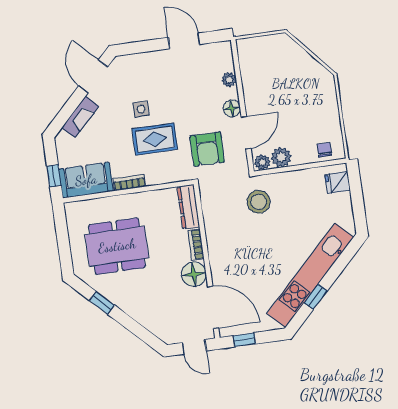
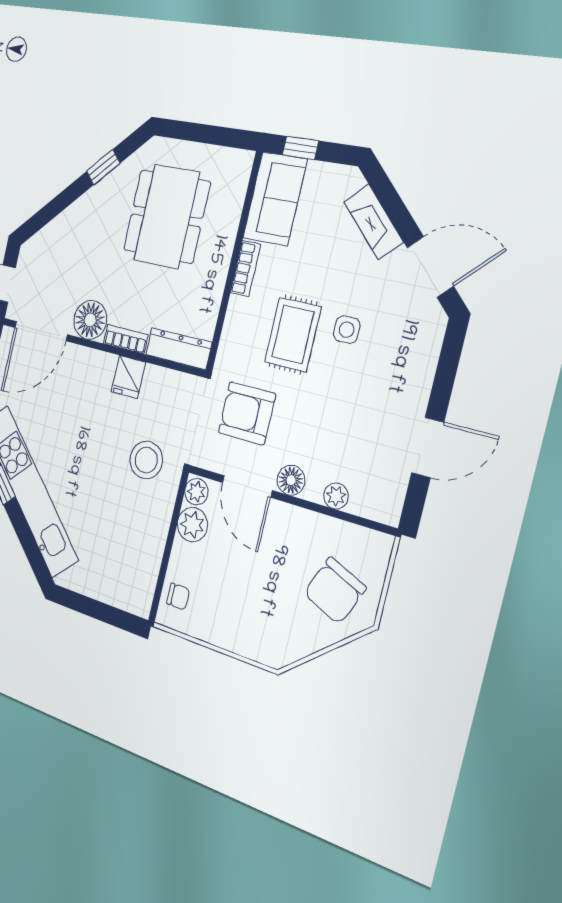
chair: (278, 60) -> (335, 591), added
fridge: (338, 182) -> (128, 377), moved, turned 180

